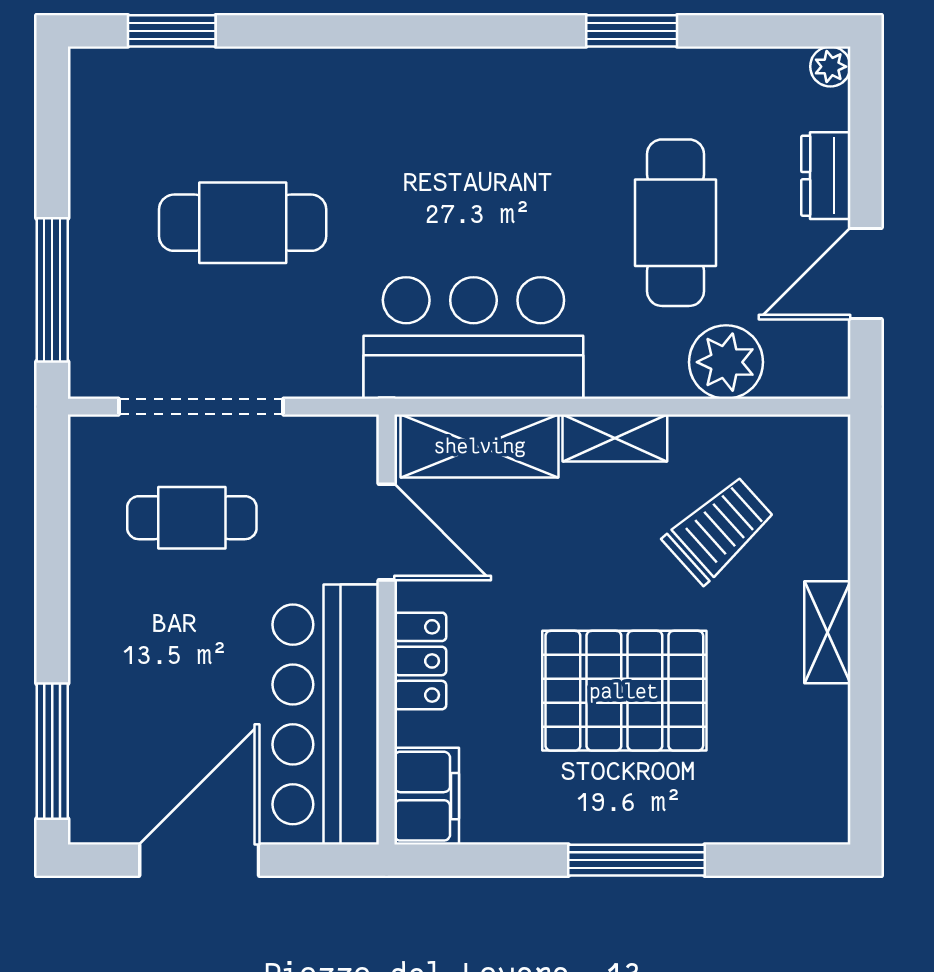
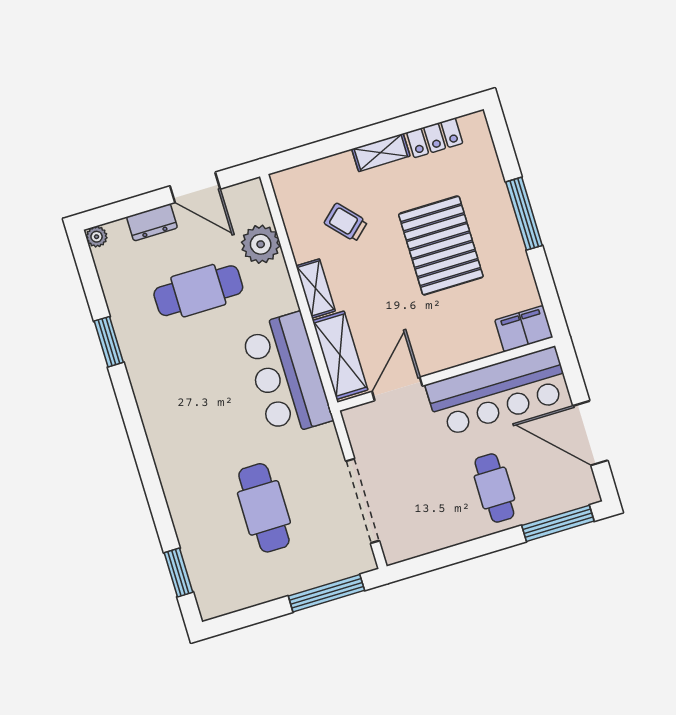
cafe table: (192, 518) -> (494, 488), moved
trolley: (719, 530) -> (346, 222), width x0.73, depth x0.72
locker: (420, 661) -> (435, 138), moved, turned 180

